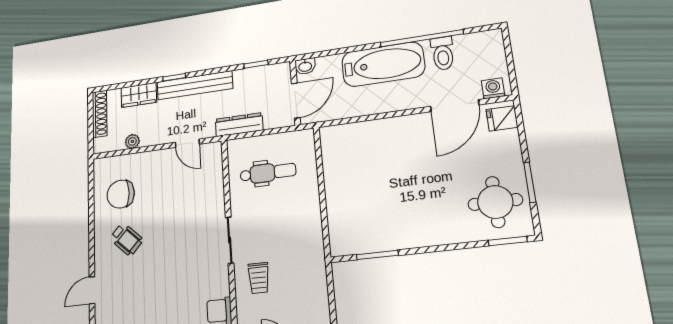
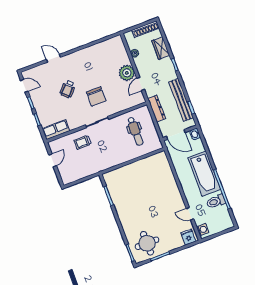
bench: (195, 85) -> (181, 100), moved
door: (455, 106) -> (190, 214), width x0.53
plant: (161, 163) -> (127, 73), added
chair: (121, 194) -> (96, 96), moved, turned 180
wheelchair: (126, 239) -> (68, 89), moved

